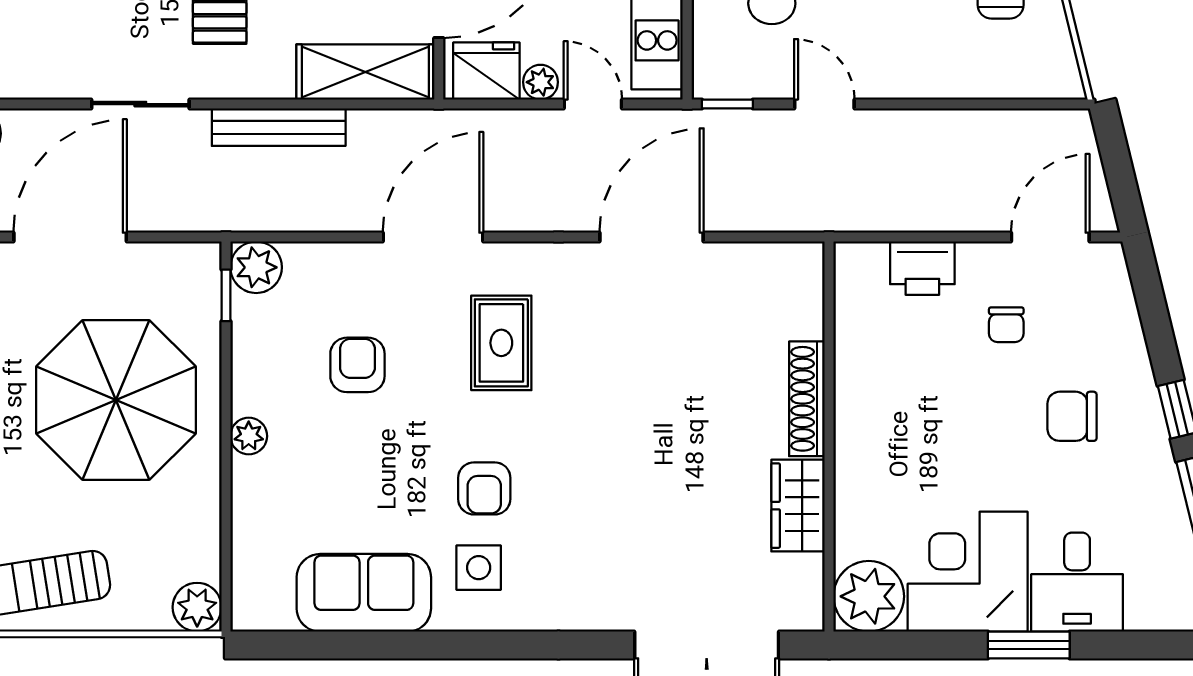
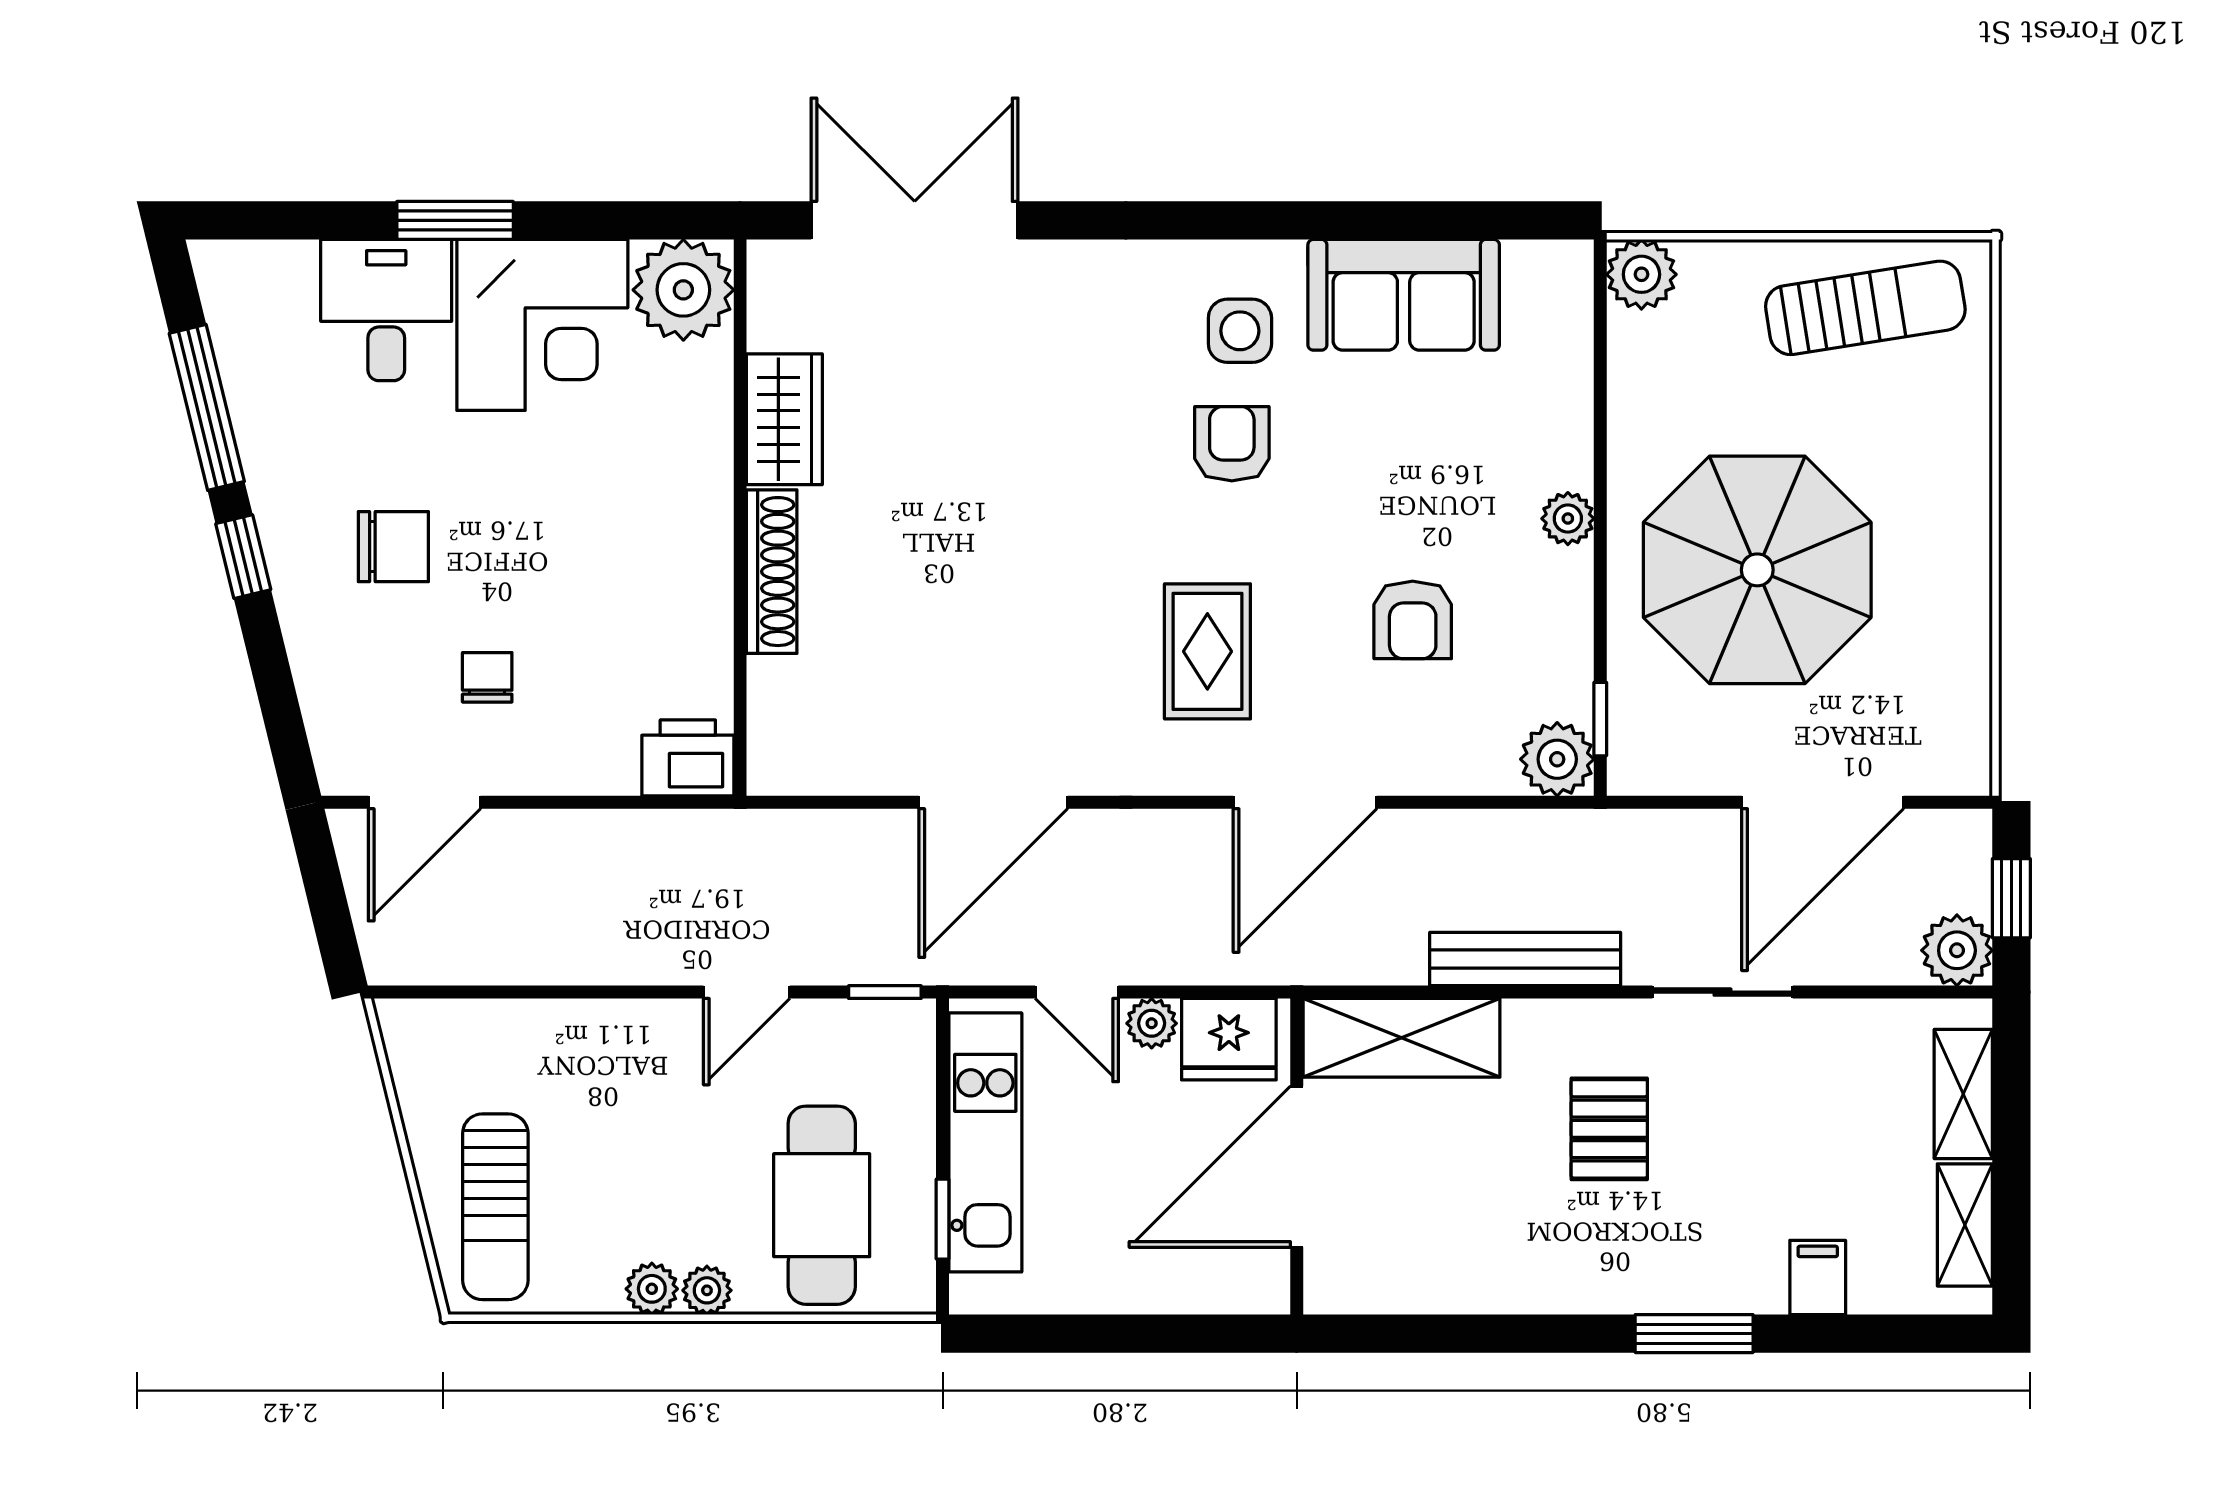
door: (824, 104) -> (747, 992), hinge flipped
printer: (922, 268) -> (688, 758), moved

